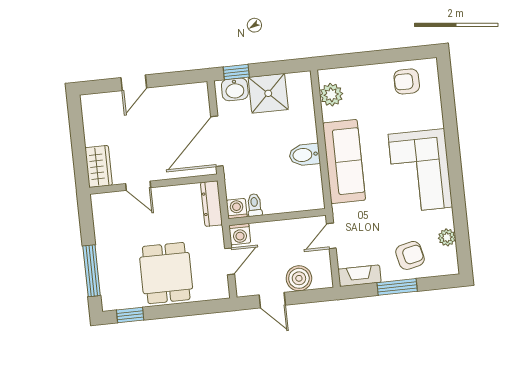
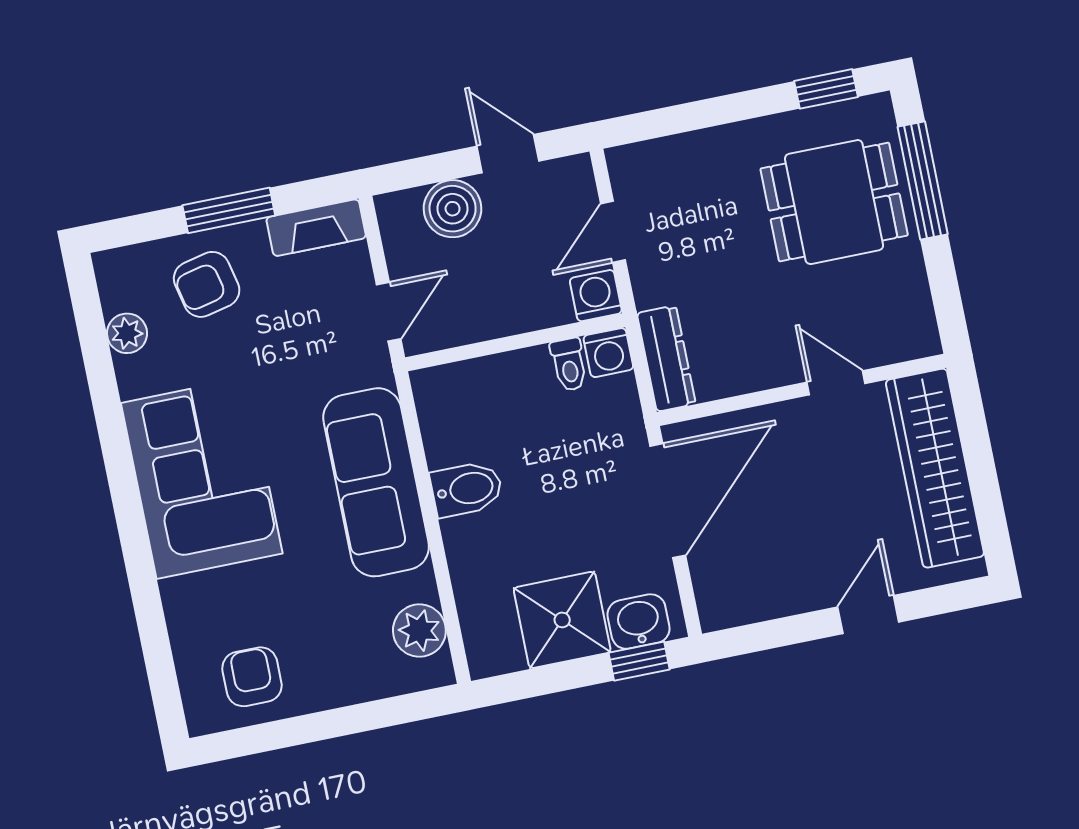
armchair: (407, 81) -> (252, 677), turned -90
wardrobe: (99, 166) -> (935, 468), width x2.10, depth x1.17
dining table: (166, 273) -> (834, 202), moved, turned 90

